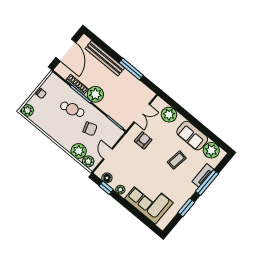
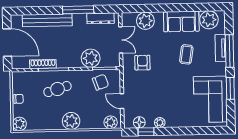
dresser: (141, 87) -> (100, 18), added
plant: (95, 94) -> (91, 58), moved
chair: (90, 129) -> (100, 82), moved
plant: (79, 151) -> (71, 121), moved
corner sofa: (149, 201) -> (210, 99), moved, turned -90

